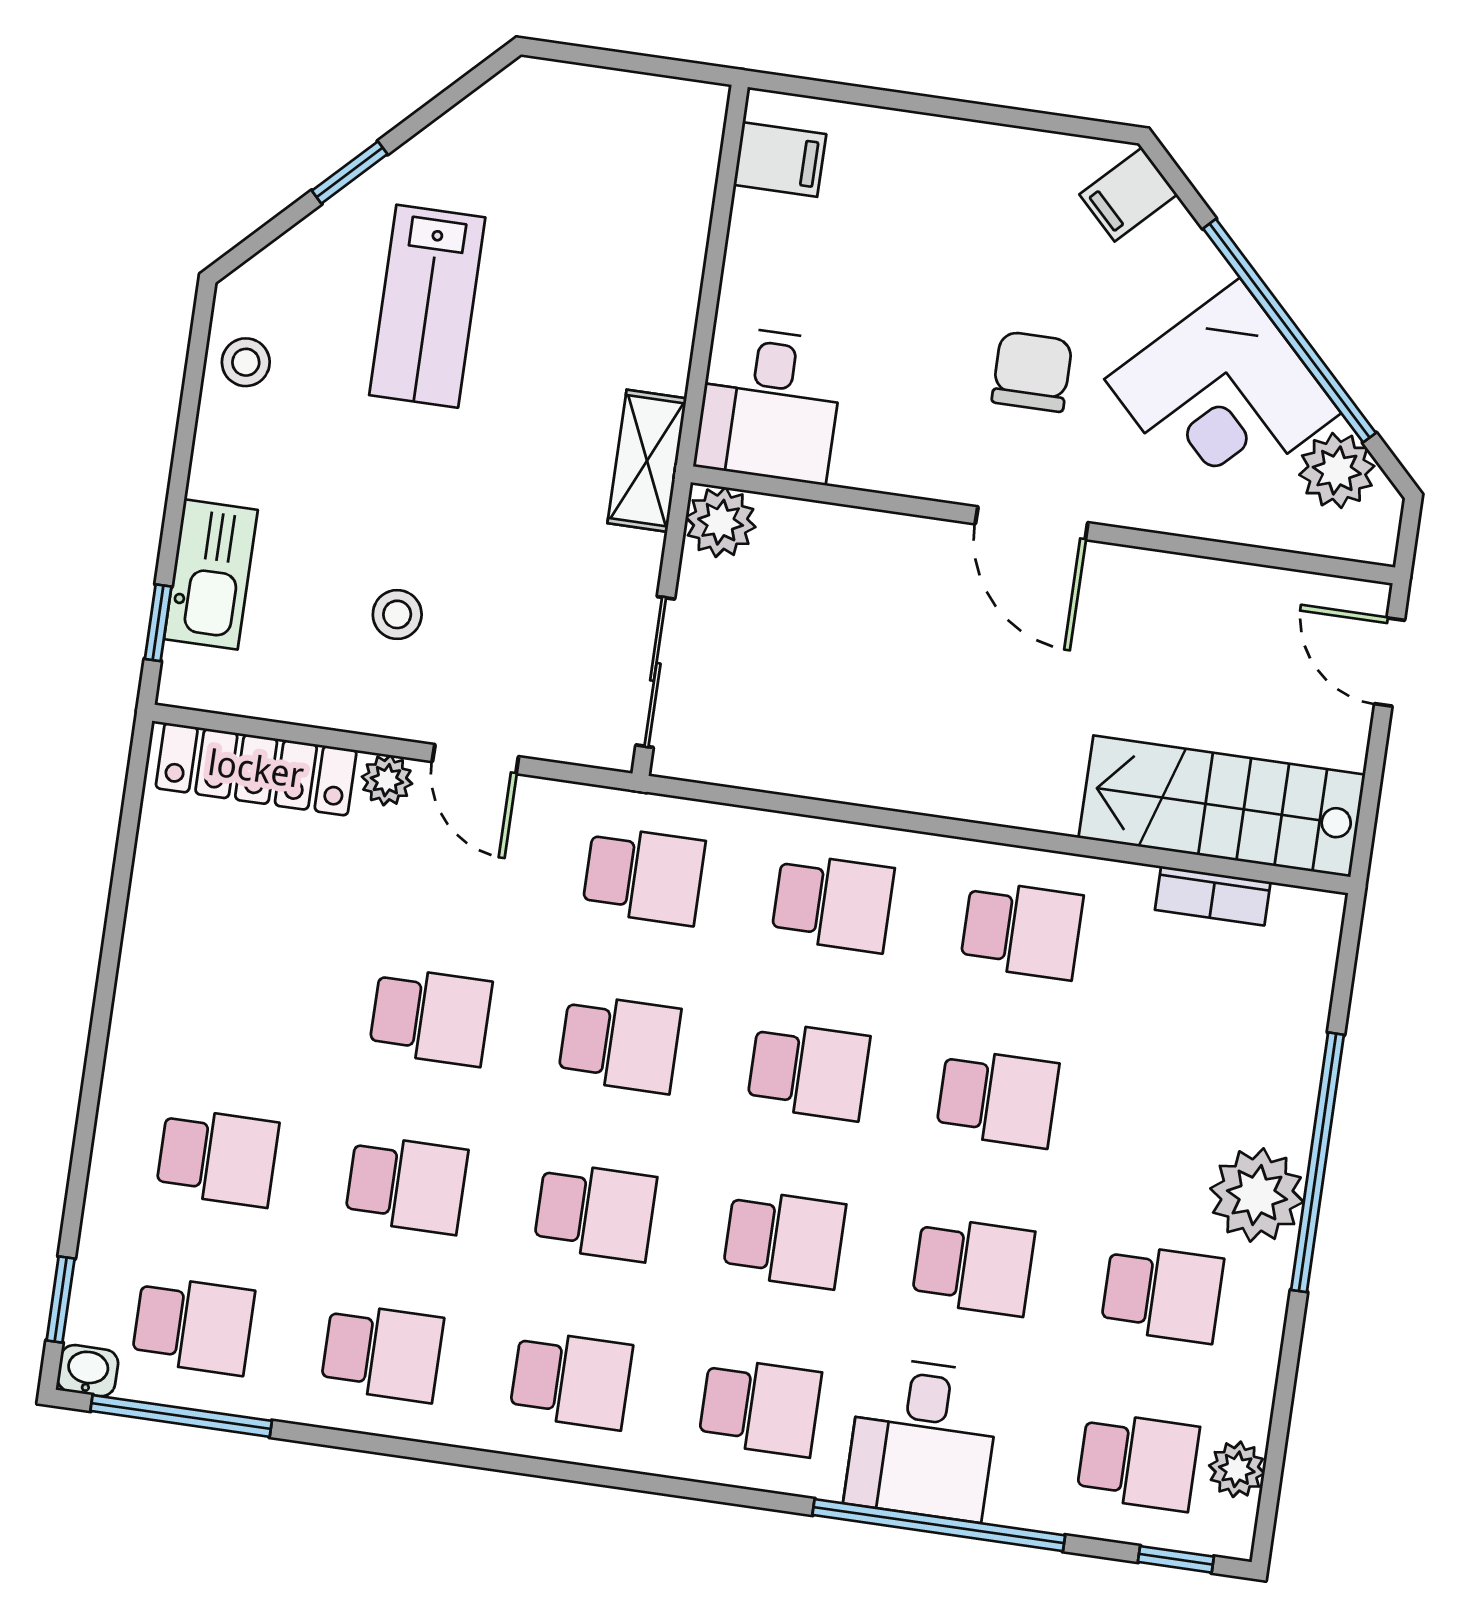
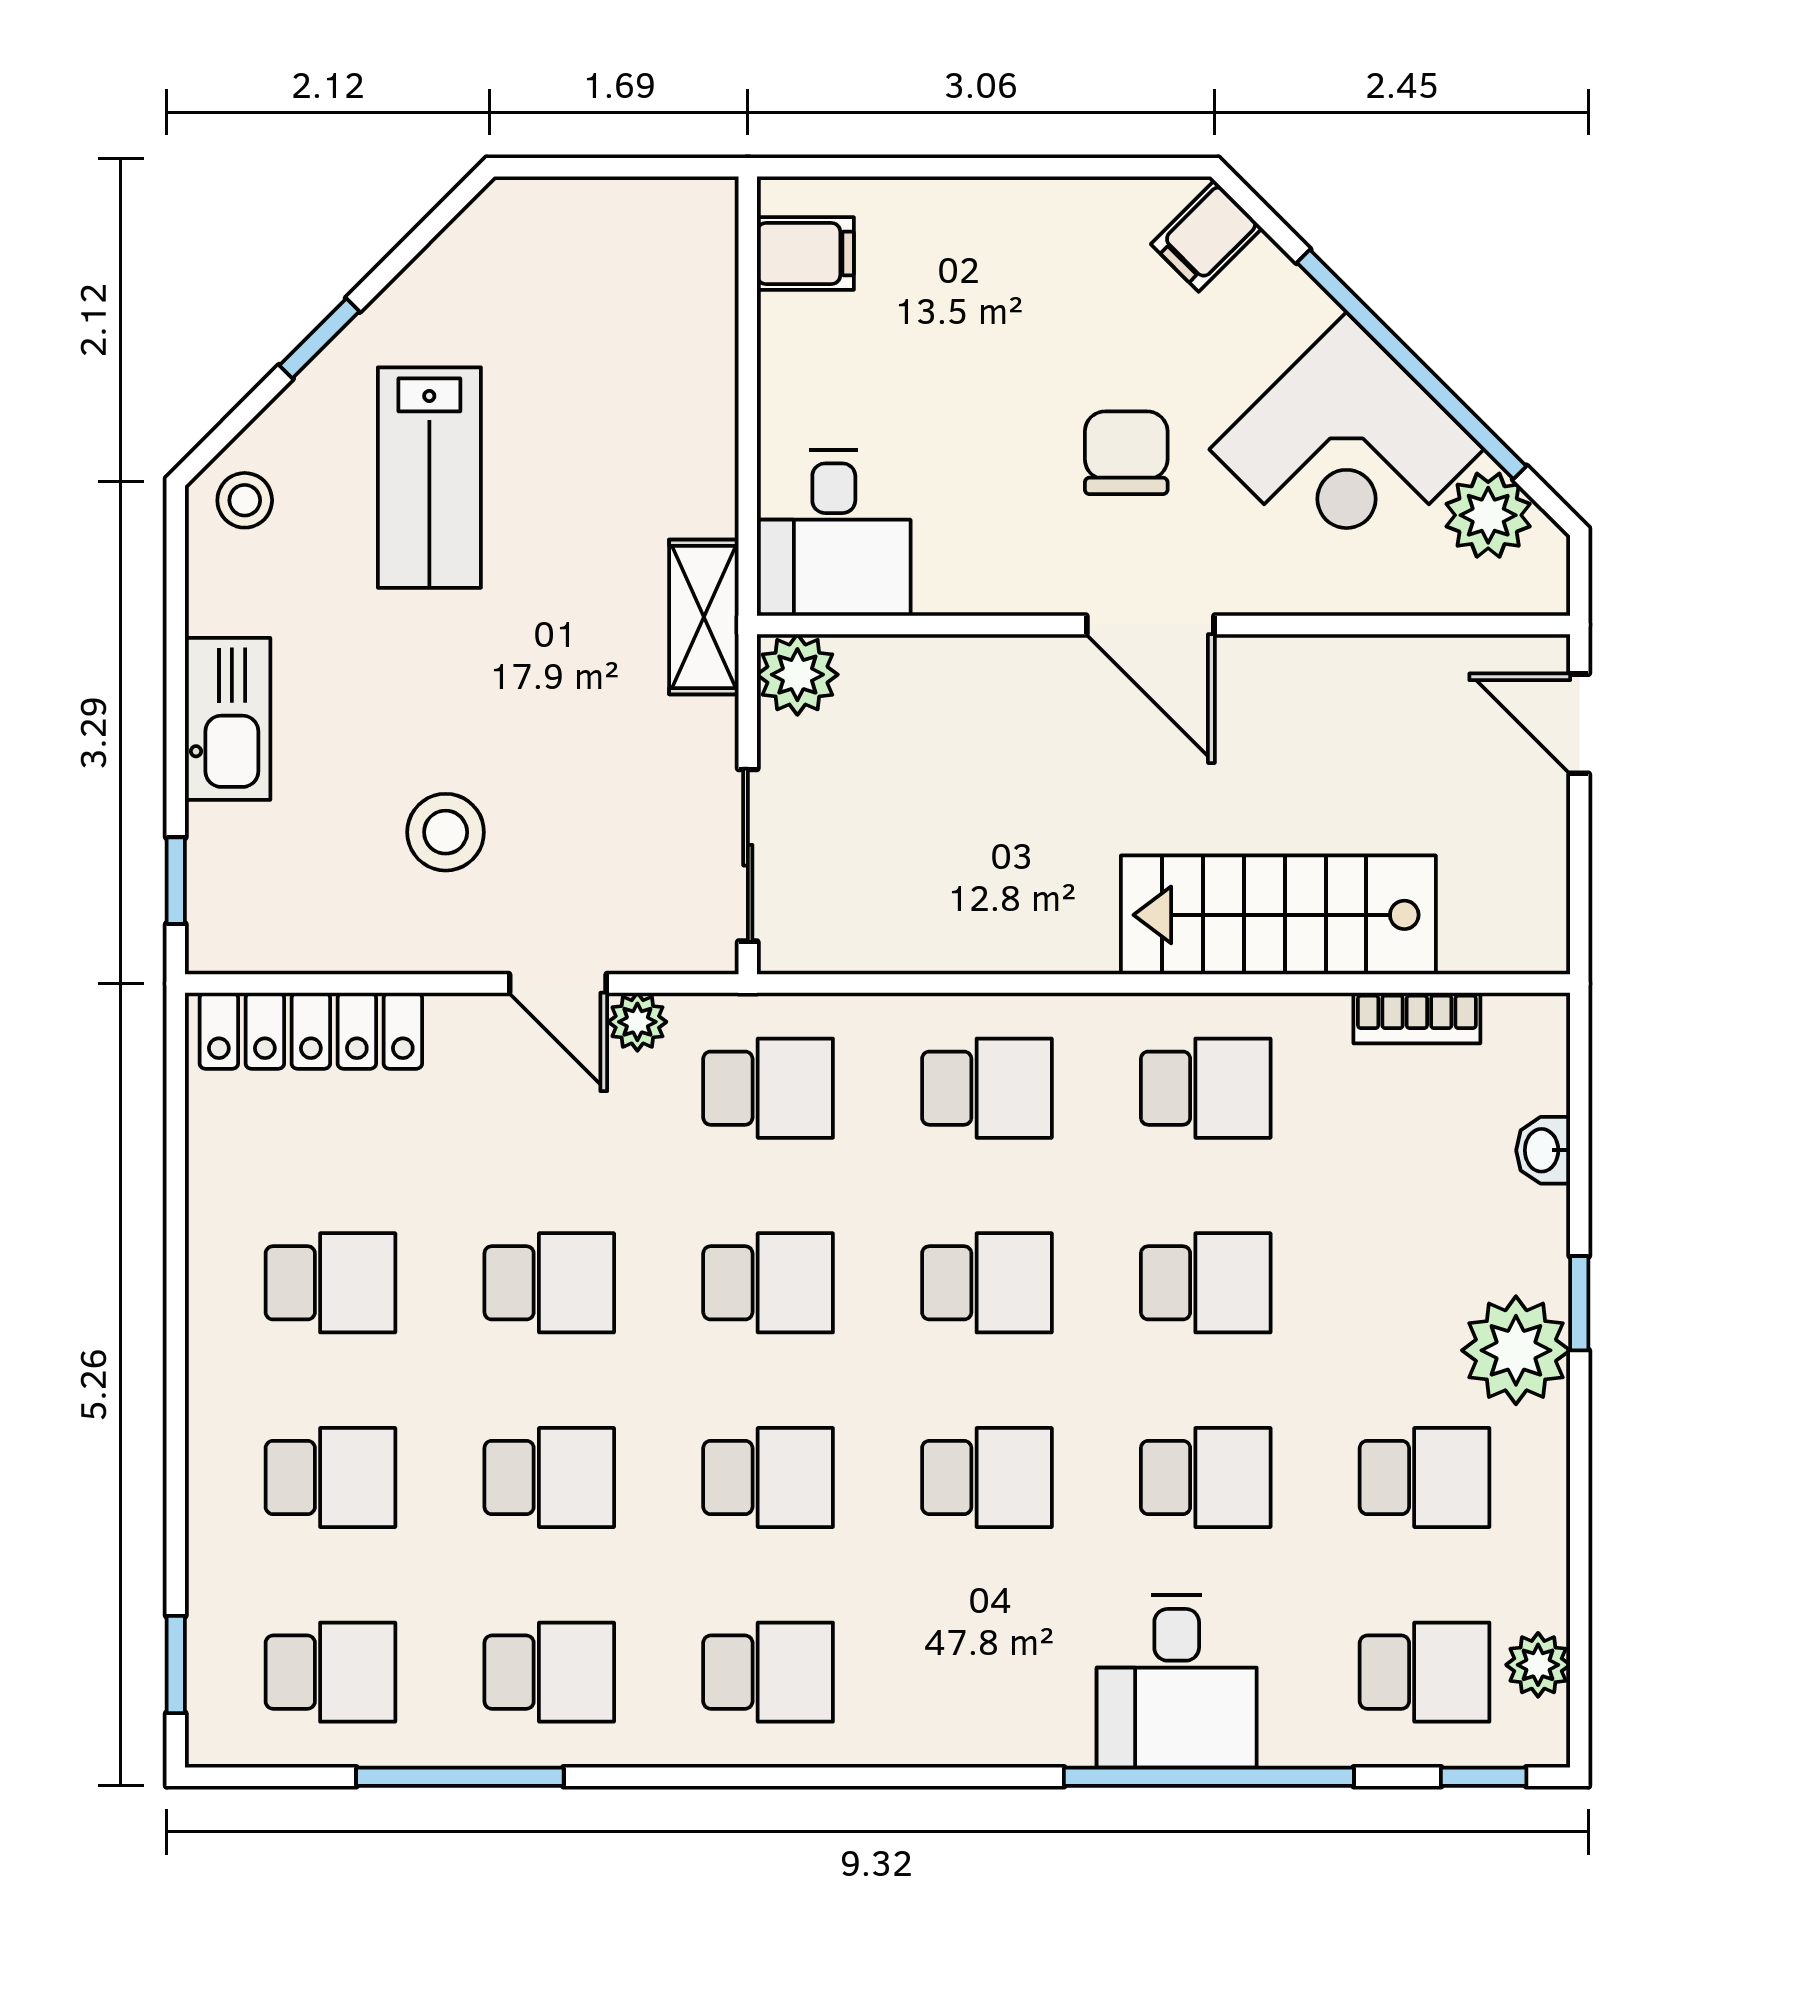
stool: (246, 362) -> (245, 500), moved
kitchen sink: (211, 574) -> (228, 719), moved
stool: (397, 614) -> (446, 832), width x1.37, depth x1.37
plant: (387, 780) -> (637, 1022), moved
stairs: (1222, 806) -> (1278, 915), moved
window: (1317, 1162) -> (1579, 1303), width x0.32
washbasin: (88, 1371) -> (1543, 1150), moved, turned -90
school desk: (760, 1407) -> (330, 1283), moved
window: (181, 1416) -> (460, 1777), moved

